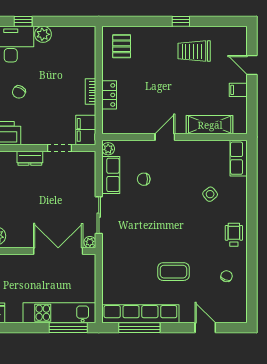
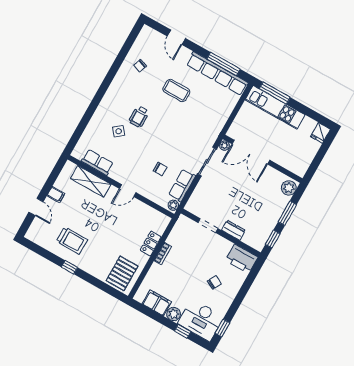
pallet: (122, 46) -> (122, 273), width x1.50, depth x1.42
filing cabinet: (86, 130) -> (157, 303), moved, turned -90
row of seats: (239, 158) -> (97, 162), moved, turned -90
wheelchair: (234, 235) -> (139, 117), moved

